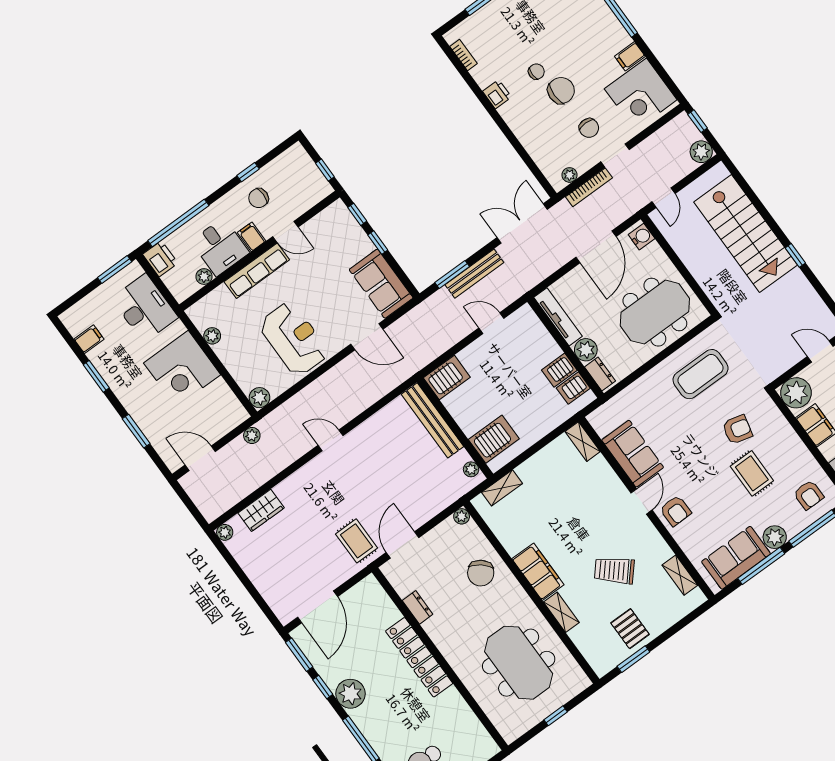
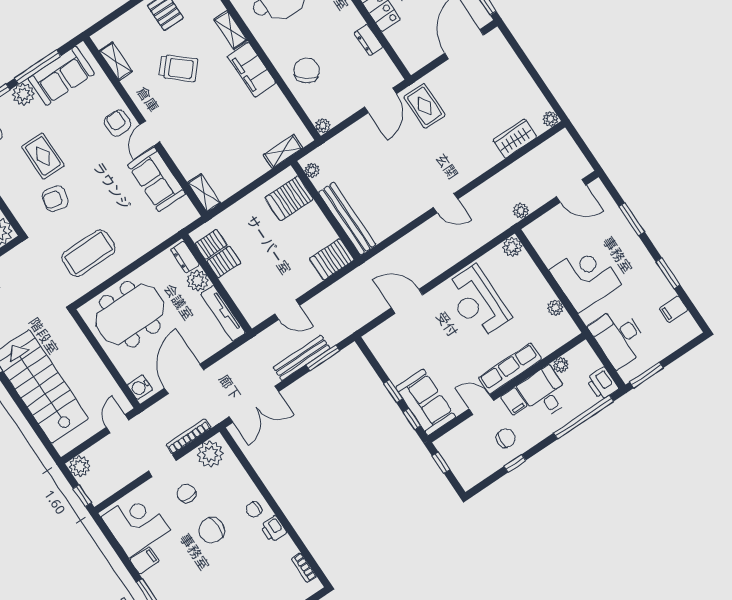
chair: (536, 72) -> (254, 509), moved
plant: (570, 175) -> (210, 454), width x1.88, depth x1.88
sofa: (381, 284) -> (426, 402), moved

